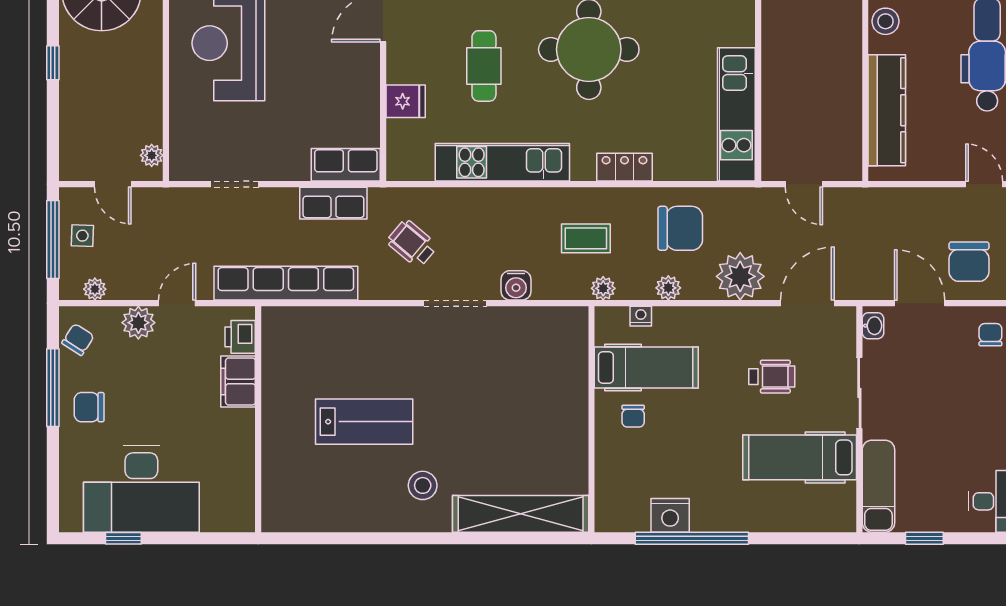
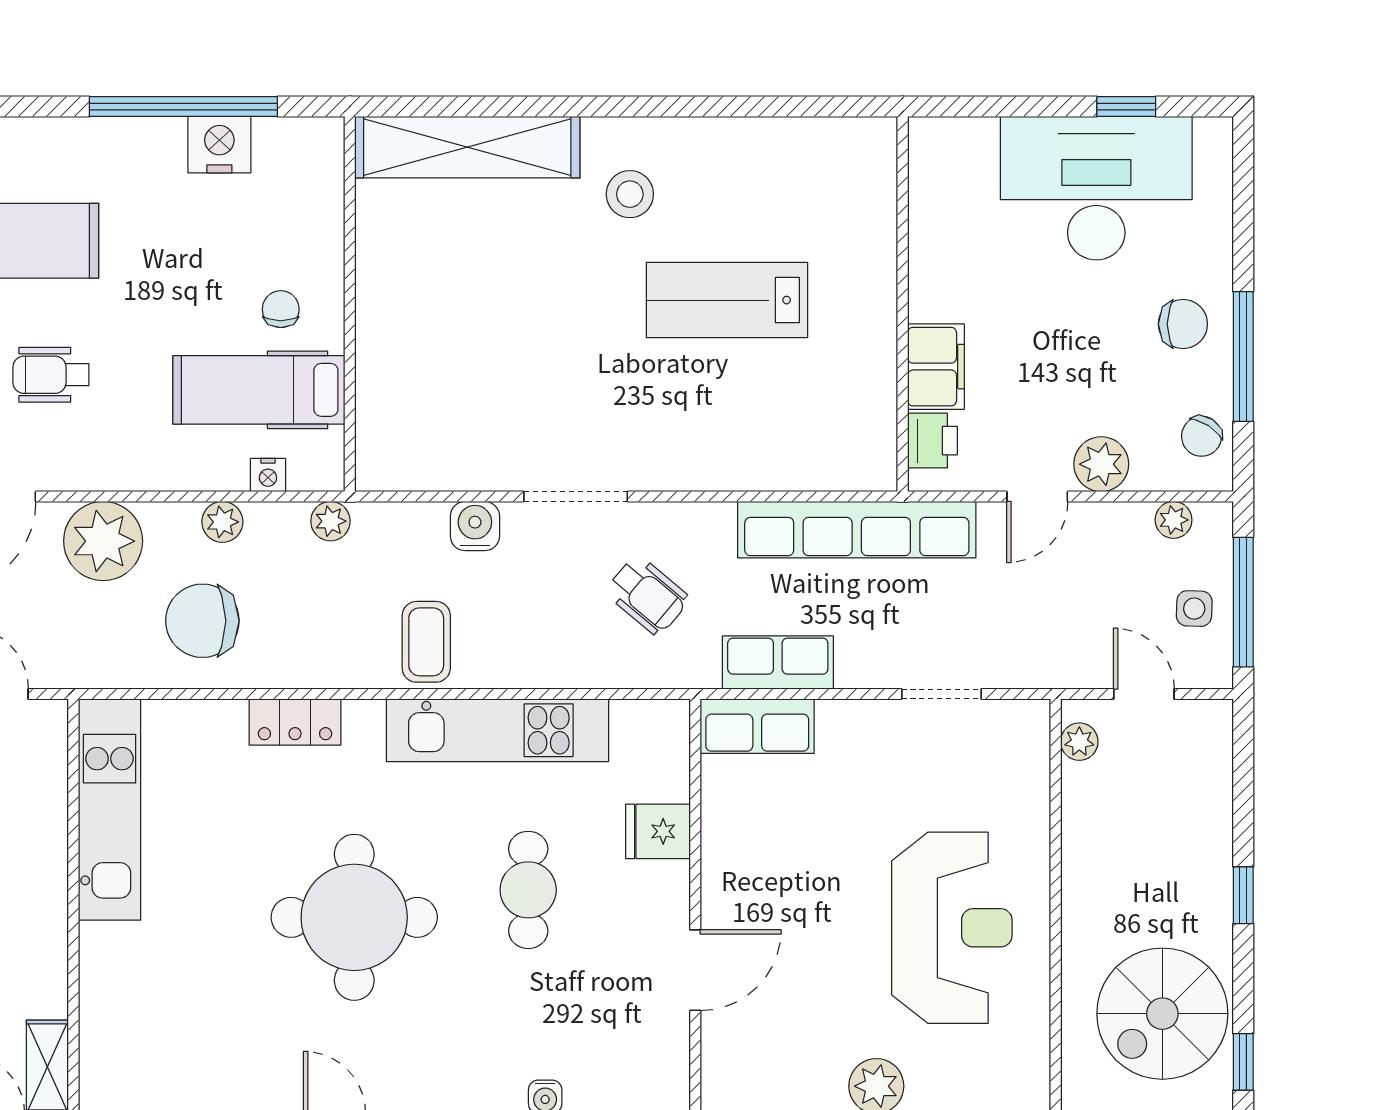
coffee table: (586, 238) -> (426, 642), moved, turned 90

